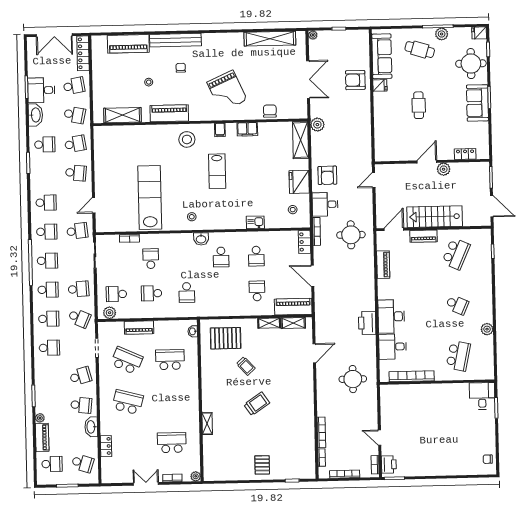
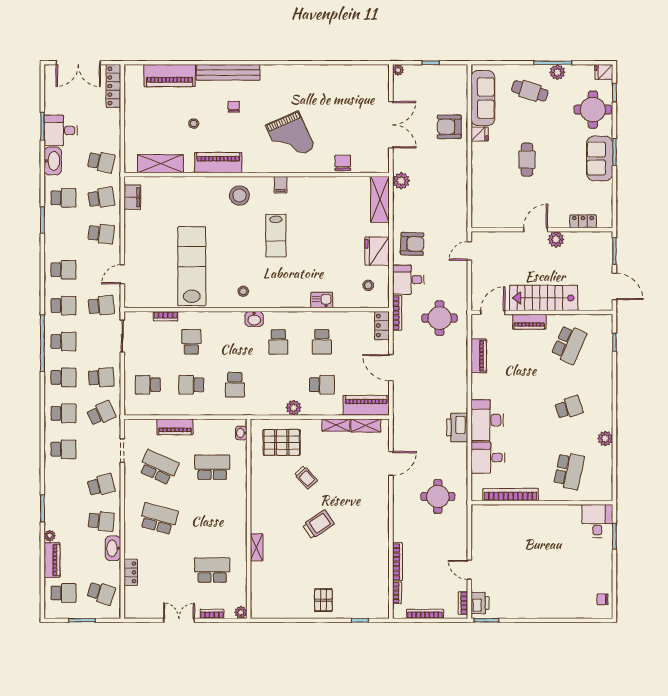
shelving: (270, 39) -> (345, 73), removed
school desk: (74, 86) -> (101, 126), removed
filing cabinet: (247, 129) -> (132, 197), moved, turned -90
armchair: (327, 175) -> (412, 244), turned -88
school desk: (257, 291) -> (322, 385), turned 90
school desk: (457, 305) -> (569, 408), turned -42
plant: (110, 313) -> (294, 408), moved
school desk: (79, 318) -> (101, 413), turned -48

